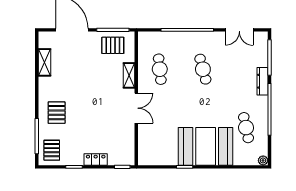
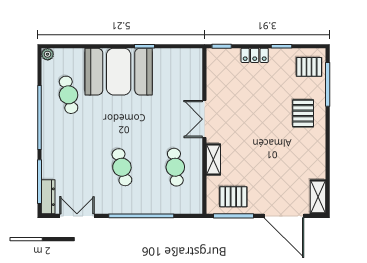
shelving: (44, 62) -> (318, 197), moved
dresser: (263, 81) -> (48, 197), moved
pallet: (52, 150) -> (309, 67), turned 90

